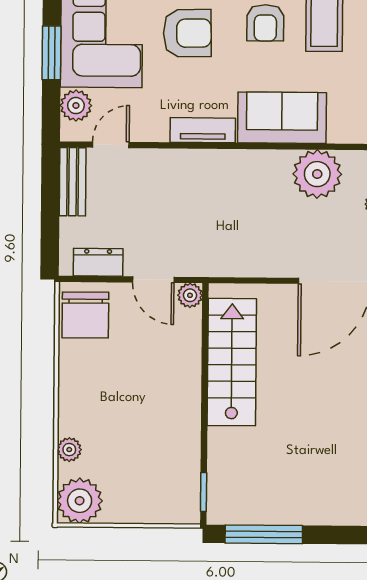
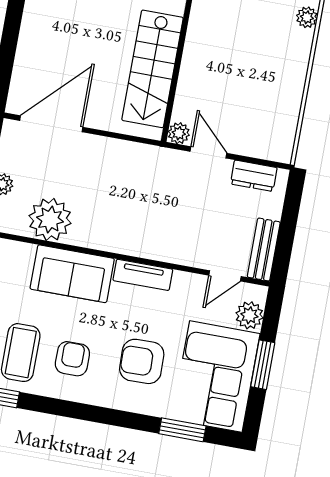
chair: (85, 315) -> (273, 132), removed

